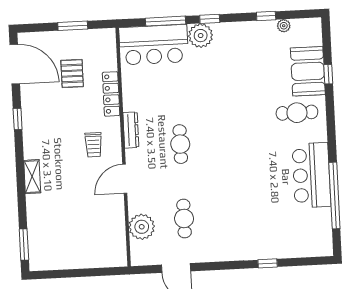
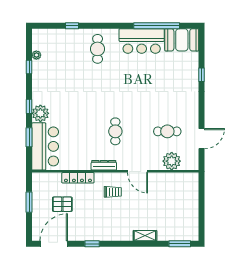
window: (166, 21) -> (29, 137), width x0.69
booth: (308, 71) -> (182, 40), moved
cafe table: (180, 144) -> (115, 131), turned 90
shelving: (32, 177) -> (145, 236), moved

